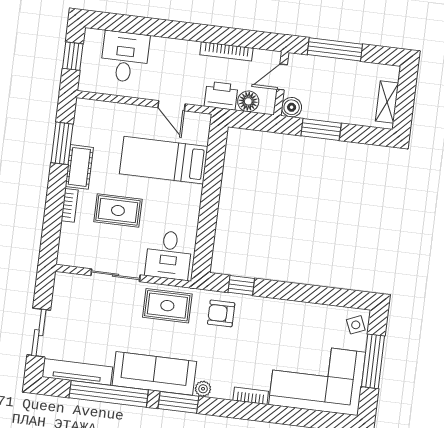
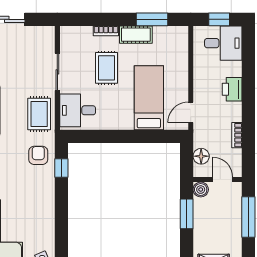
bookcase: (226, 51) -> (237, 135), width x0.64
desk: (125, 57) -> (223, 43), moved
printer: (221, 96) -> (232, 89), moved, turned 180
door: (172, 106) -> (191, 112), moved

